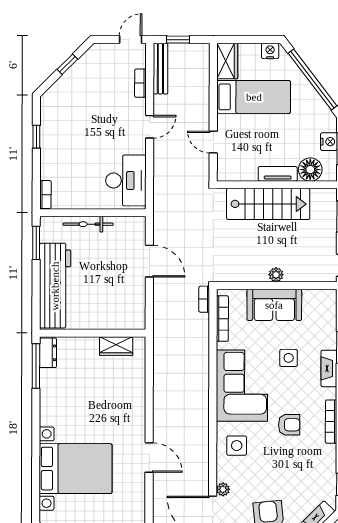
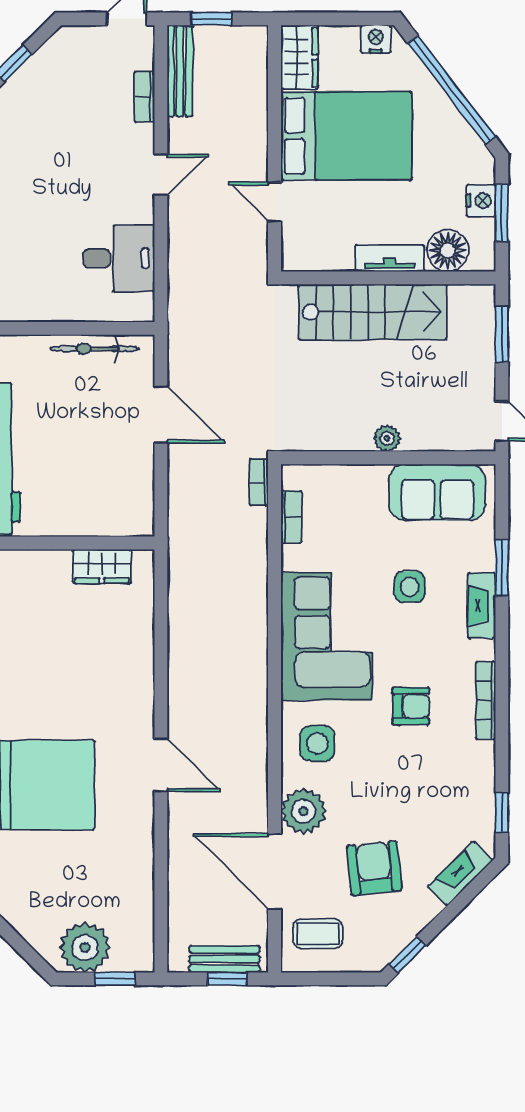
bed: (254, 97) -> (346, 136), width x1.50
desk: (126, 180) -> (119, 258), width x0.73
bicycle: (88, 224) -> (95, 349), moved
sofa: (274, 305) -> (437, 492), moved
bookcase: (222, 319) -> (291, 517), width x0.64
plant: (223, 489) -> (303, 811), width x1.88, depth x1.88

